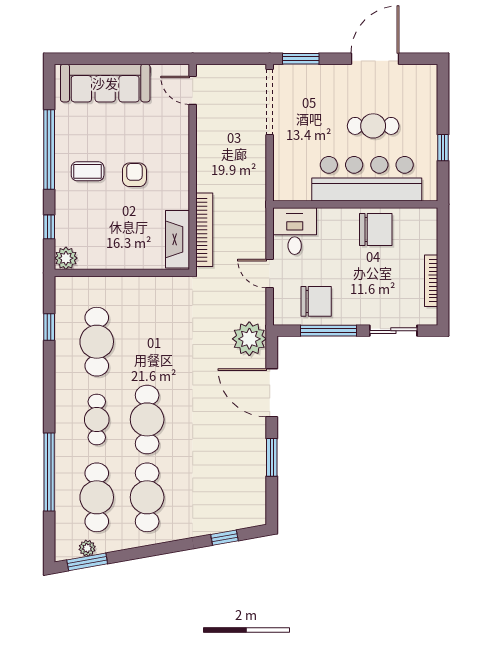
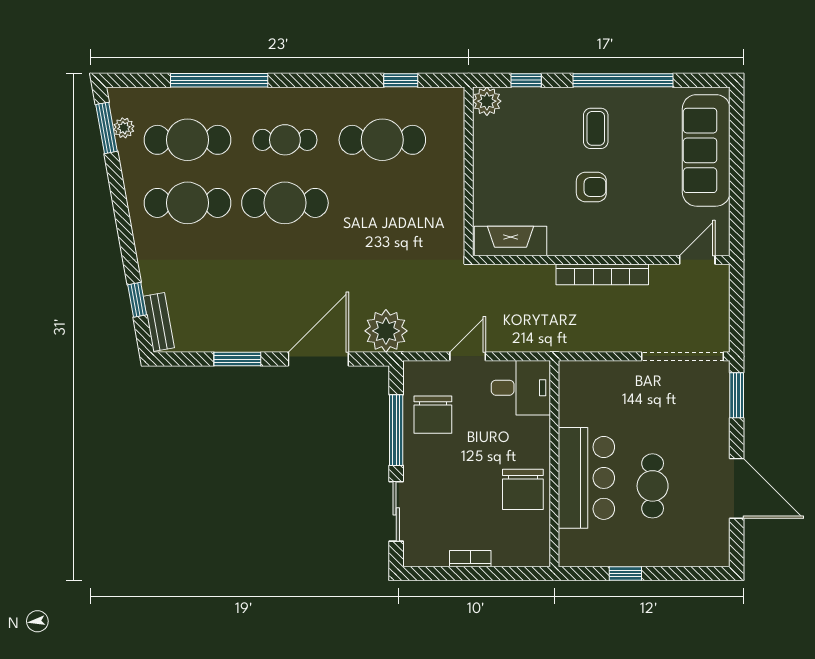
bar counter: (367, 179) -> (586, 478), width x0.73
bookcase: (204, 230) -> (602, 274), moved
bookcase: (431, 281) -> (470, 559), width x0.64
bench: (242, 520) -> (159, 322), added

